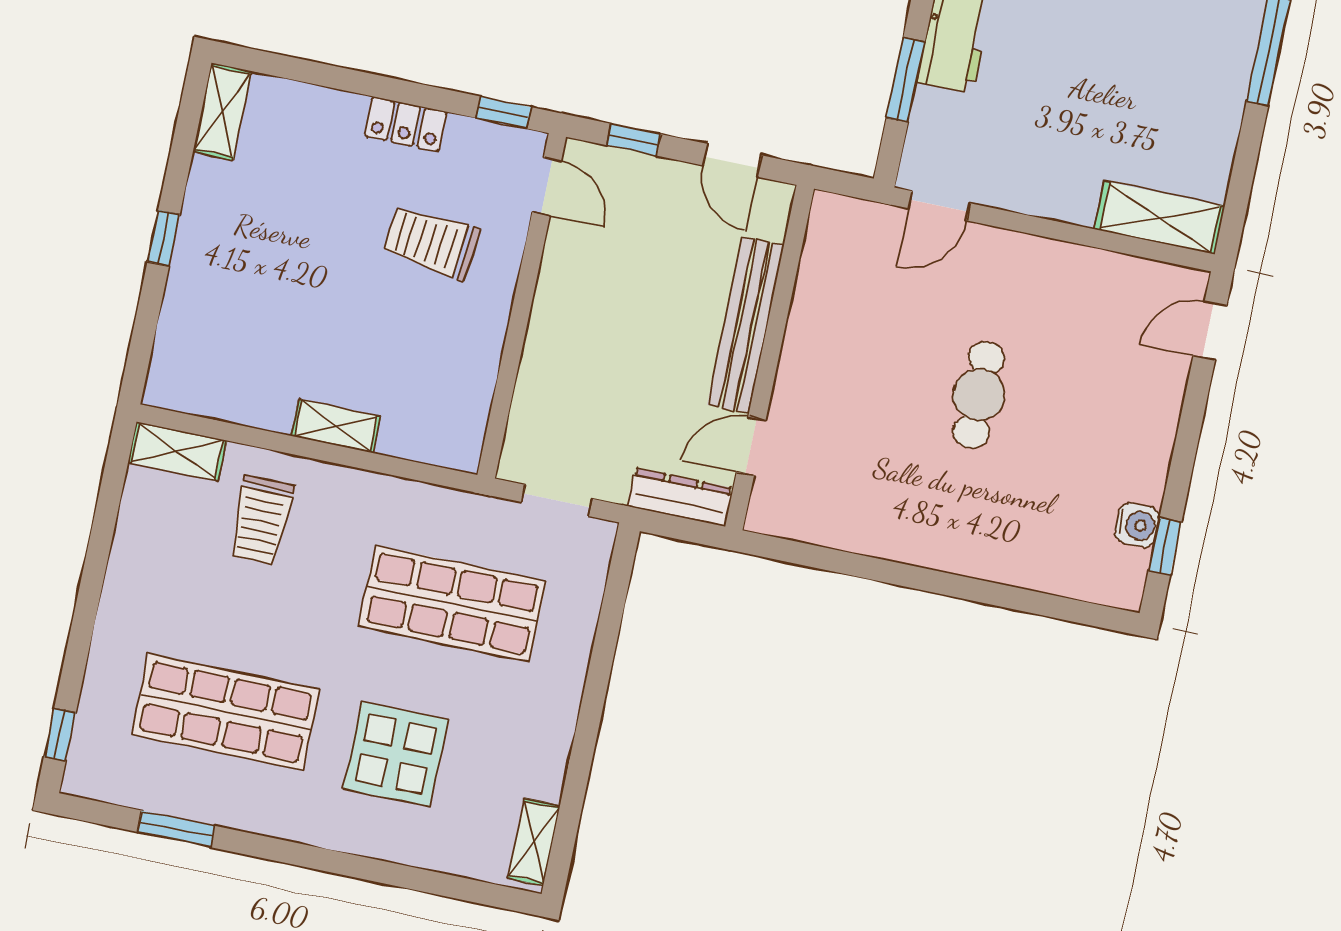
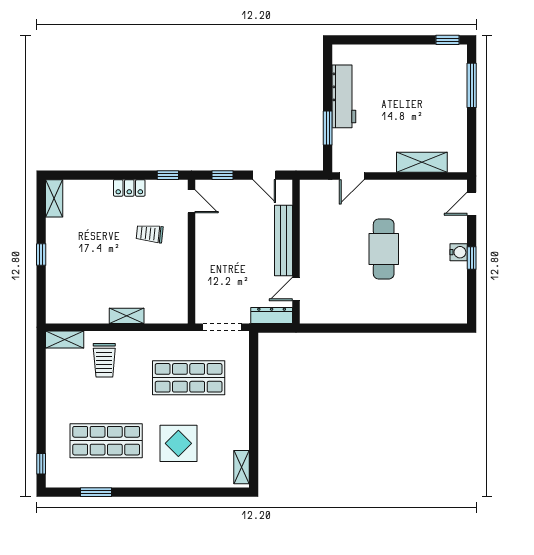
shelving: (1160, 218) -> (422, 162), moved
trolley: (431, 242) -> (150, 234), width x0.73, depth x0.72
cafe table: (979, 395) -> (384, 249), width x1.37, depth x1.35
doorway: (557, 500) -> (222, 327), width x1.38
water cooler: (1137, 525) -> (459, 252), moved
window: (1165, 547) -> (472, 258), moved

